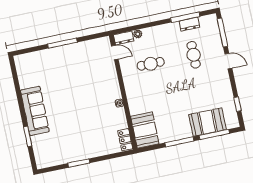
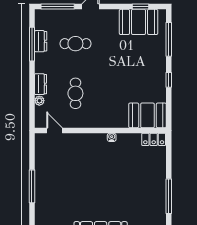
dresser: (124, 38) -> (40, 84), moved
door: (115, 52) -> (55, 130), hinge flipped
booth: (207, 122) -> (139, 22), moved, turned 90
window: (179, 142) -> (169, 80), width x0.46
window: (79, 163) -> (169, 196), width x1.44

